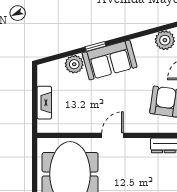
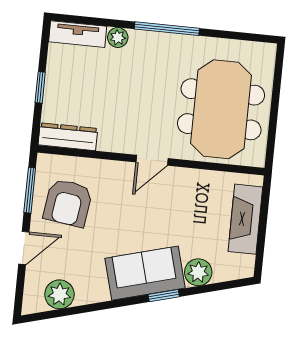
fireplace: (44, 103) -> (245, 219), width x1.37, depth x1.32

